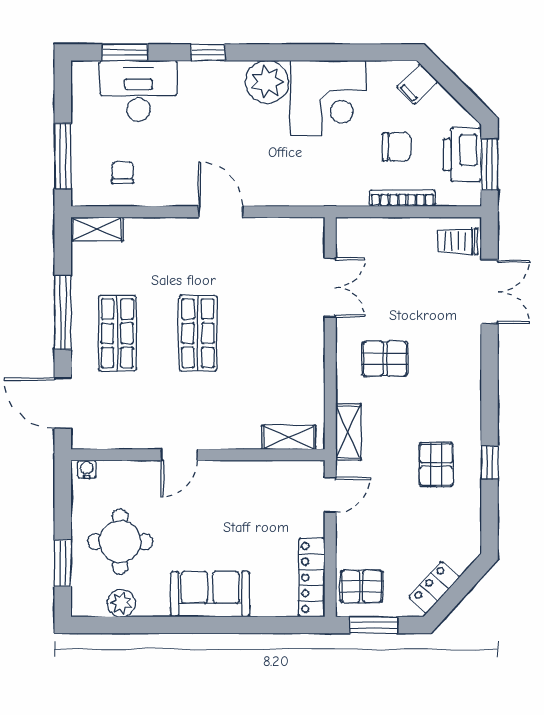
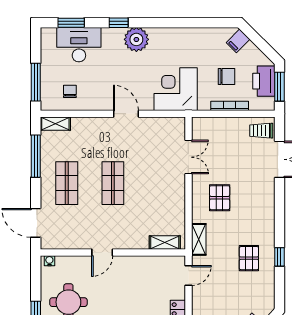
plant: (267, 82) -> (136, 39), moved
corner desk: (328, 98) -> (176, 89), moved, turned 180
window: (63, 312) -> (36, 156), moved
pallet: (385, 359) -> (220, 198), turned 90

